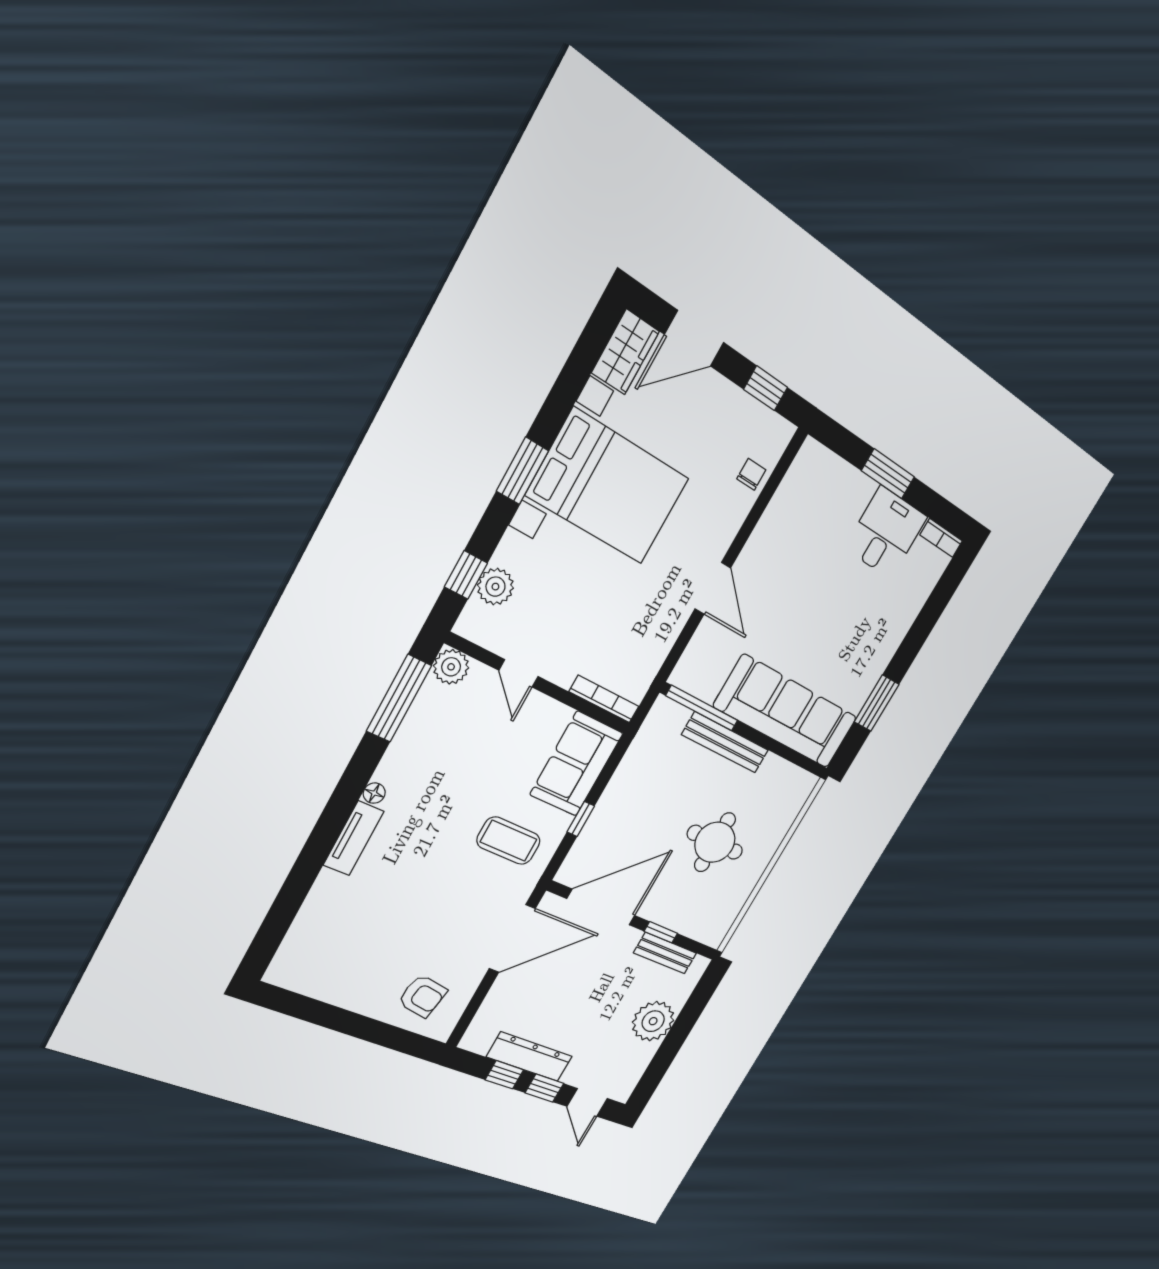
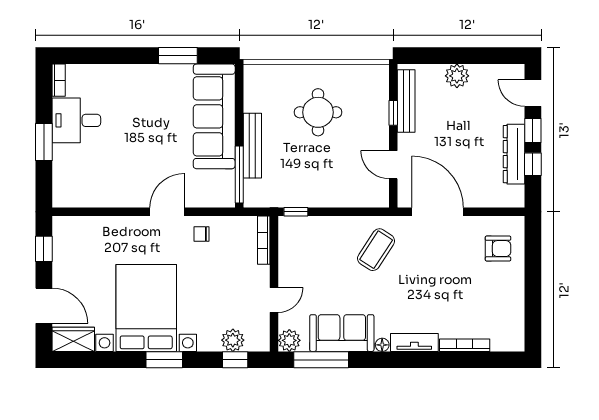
chair: (751, 474) -> (201, 234), moved
sofa: (576, 764) -> (342, 333), moved, turned 180
window: (581, 819) -> (296, 212), moved
coffee table: (509, 841) -> (376, 250), turned 33
bookcase: (313, 904) -> (465, 345), added
door: (601, 907) -> (393, 165), width x0.53
bench: (665, 953) -> (406, 101), width x1.36
armchair: (422, 996) -> (498, 249), turned 80
plant: (653, 1021) -> (457, 76), width x0.73, depth x0.73
door: (587, 1102) -> (533, 93), swing flipped

